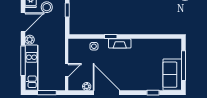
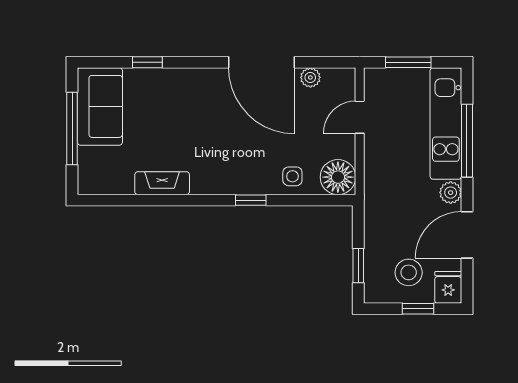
fireplace: (120, 43) -> (162, 183), moved
floor lamp: (75, 46) -> (338, 177), added

